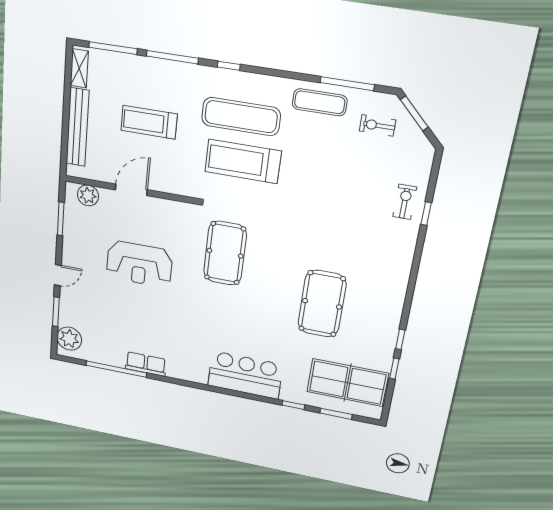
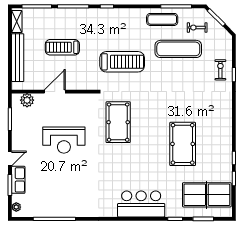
exercise mat: (241, 117) -> (178, 49), moved
treadmill: (243, 161) -> (122, 62), turned 180
plant: (69, 339) -> (16, 207), width x0.53, depth x0.53
row of seats: (146, 364) -> (18, 180), moved, turned 90

